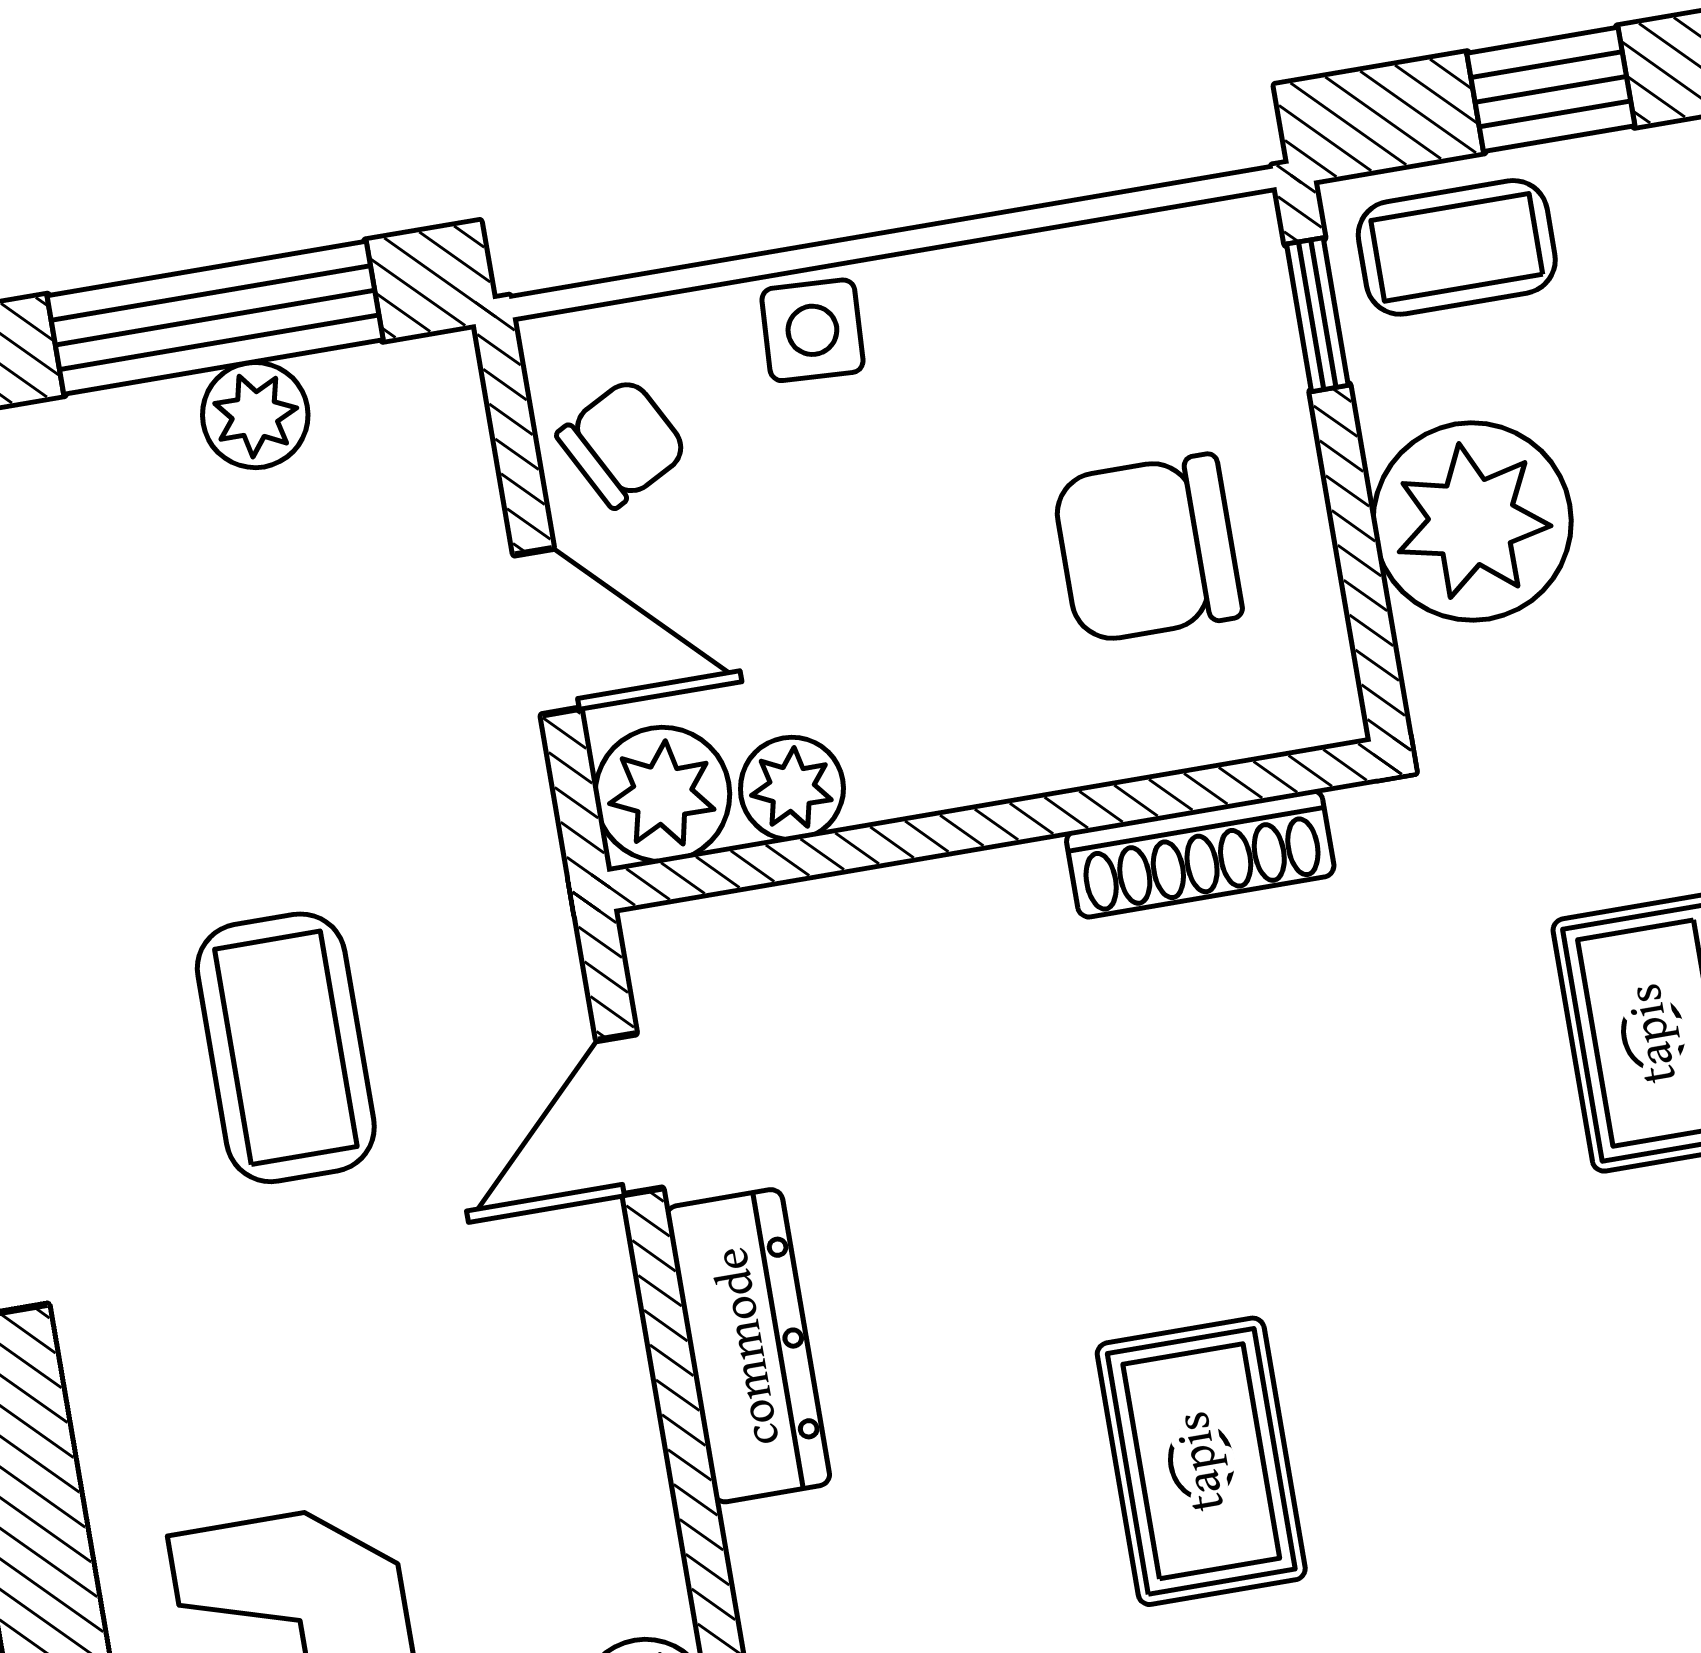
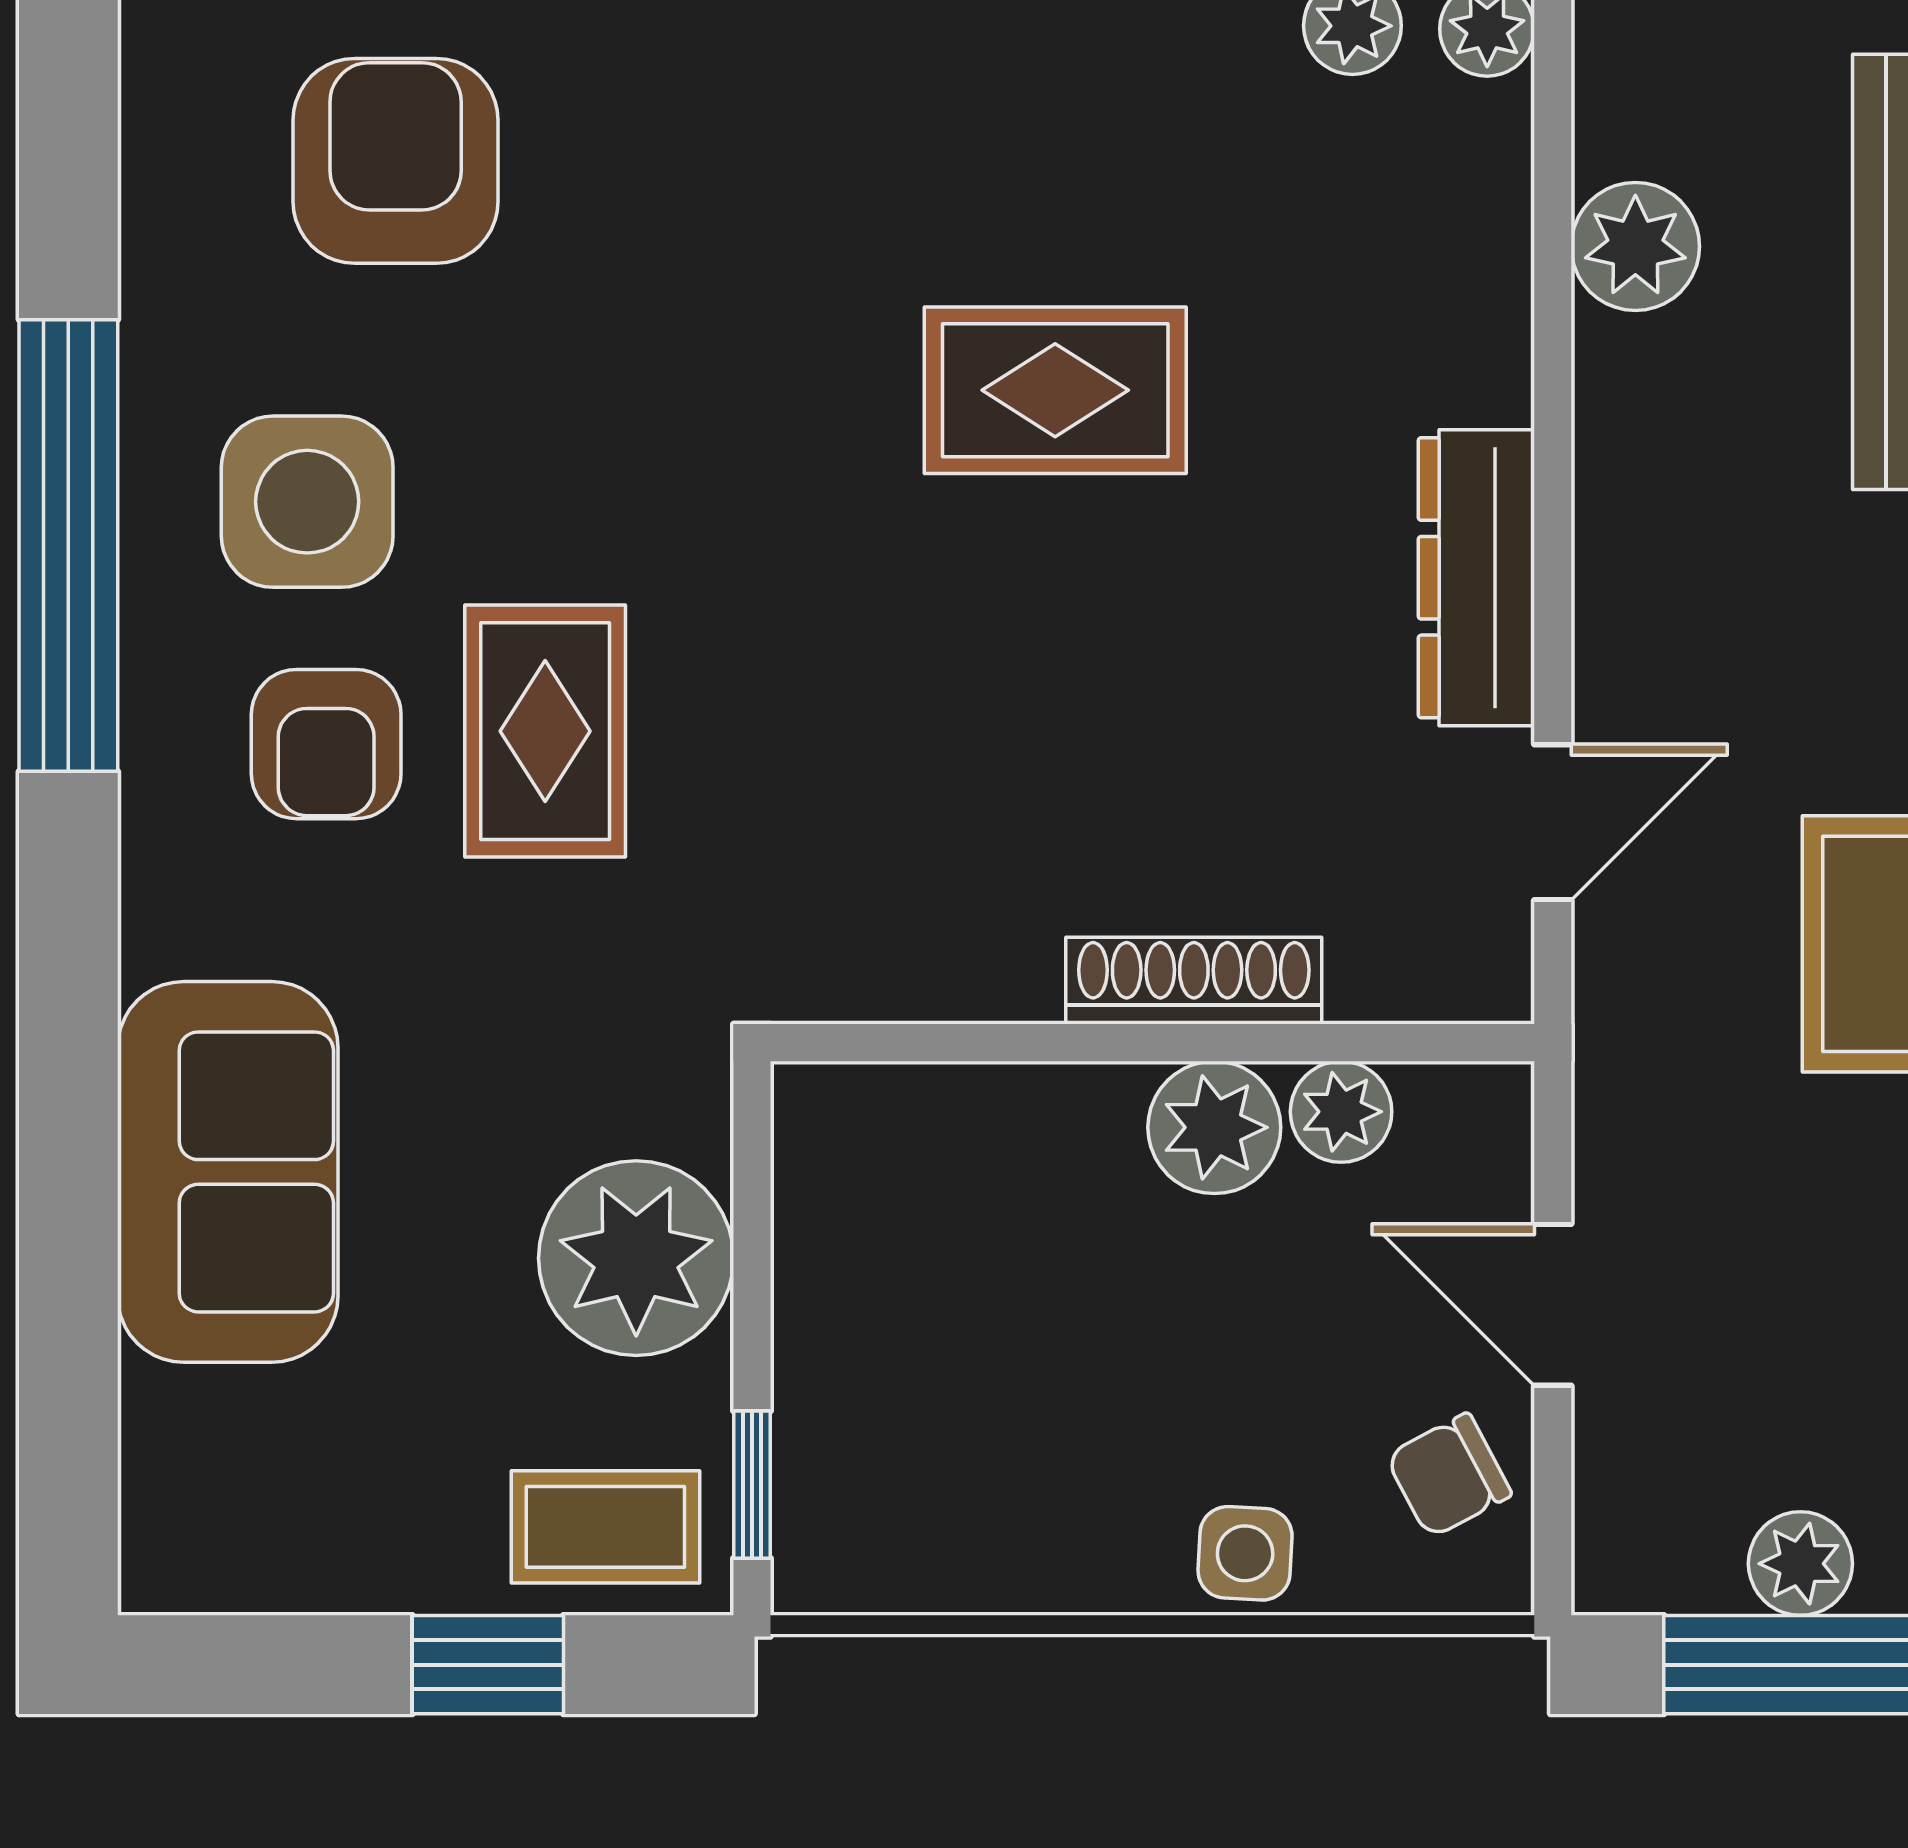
chair: (1147, 548) -> (956, 1286), removed
plant: (662, 794) -> (1214, 1127), moved
shoe rack: (1200, 854) -> (1194, 981), moved
rug: (1201, 1461) -> (1055, 390), turned 90

